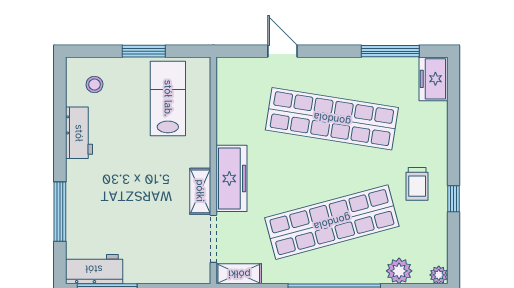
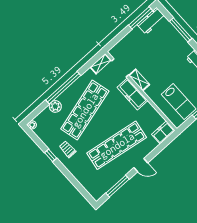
door: (283, 51) -> (141, 165), moved
freezer: (433, 79) -> (163, 133), moved, turned -90
plant: (399, 271) -> (55, 106), moved

